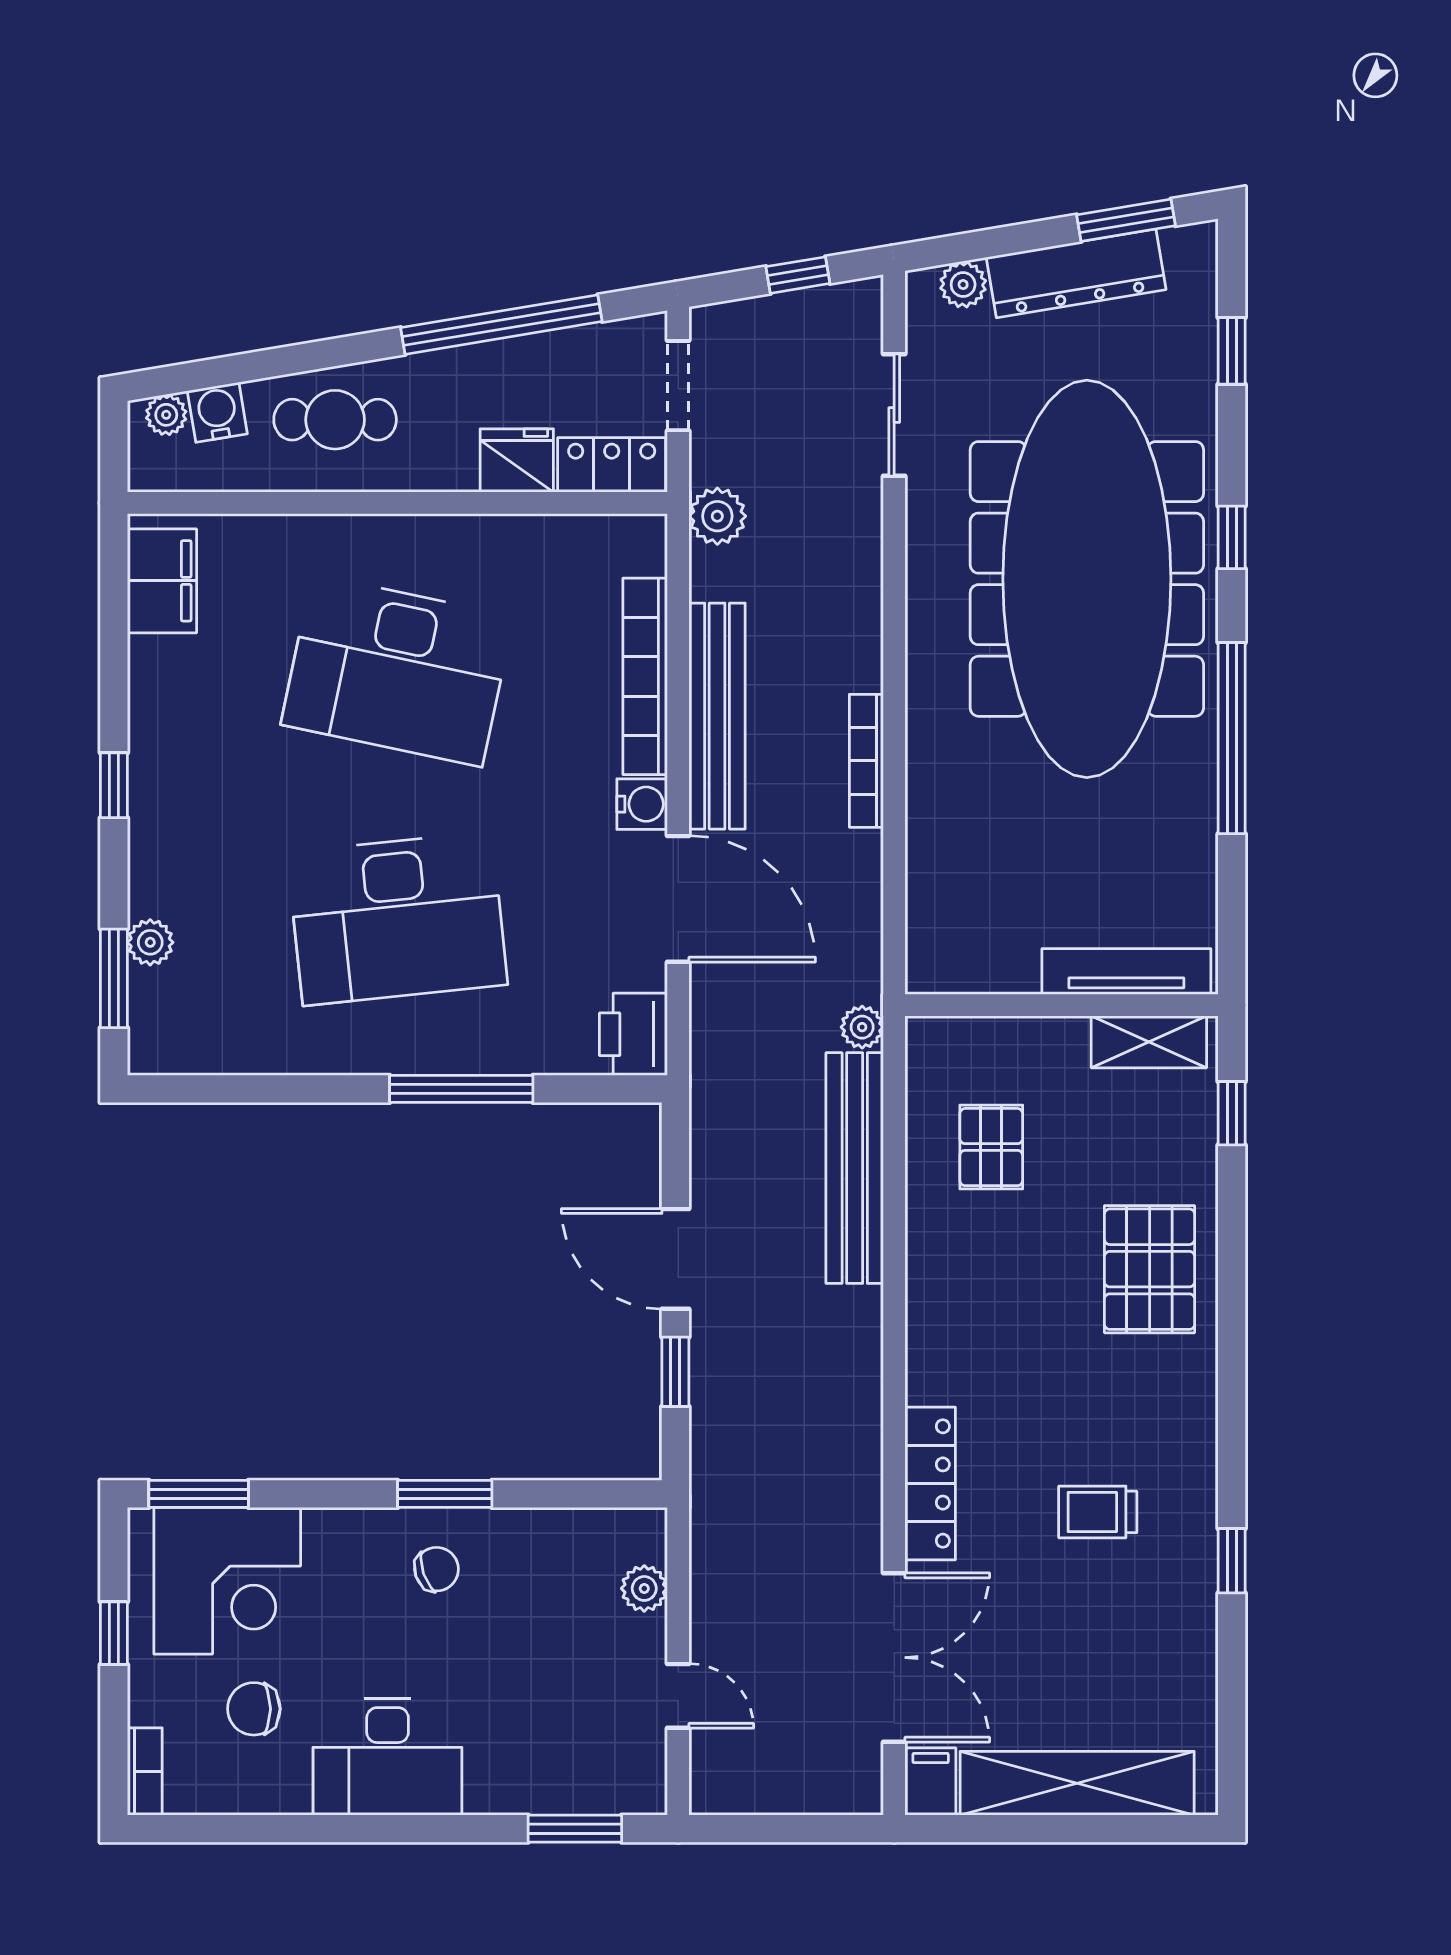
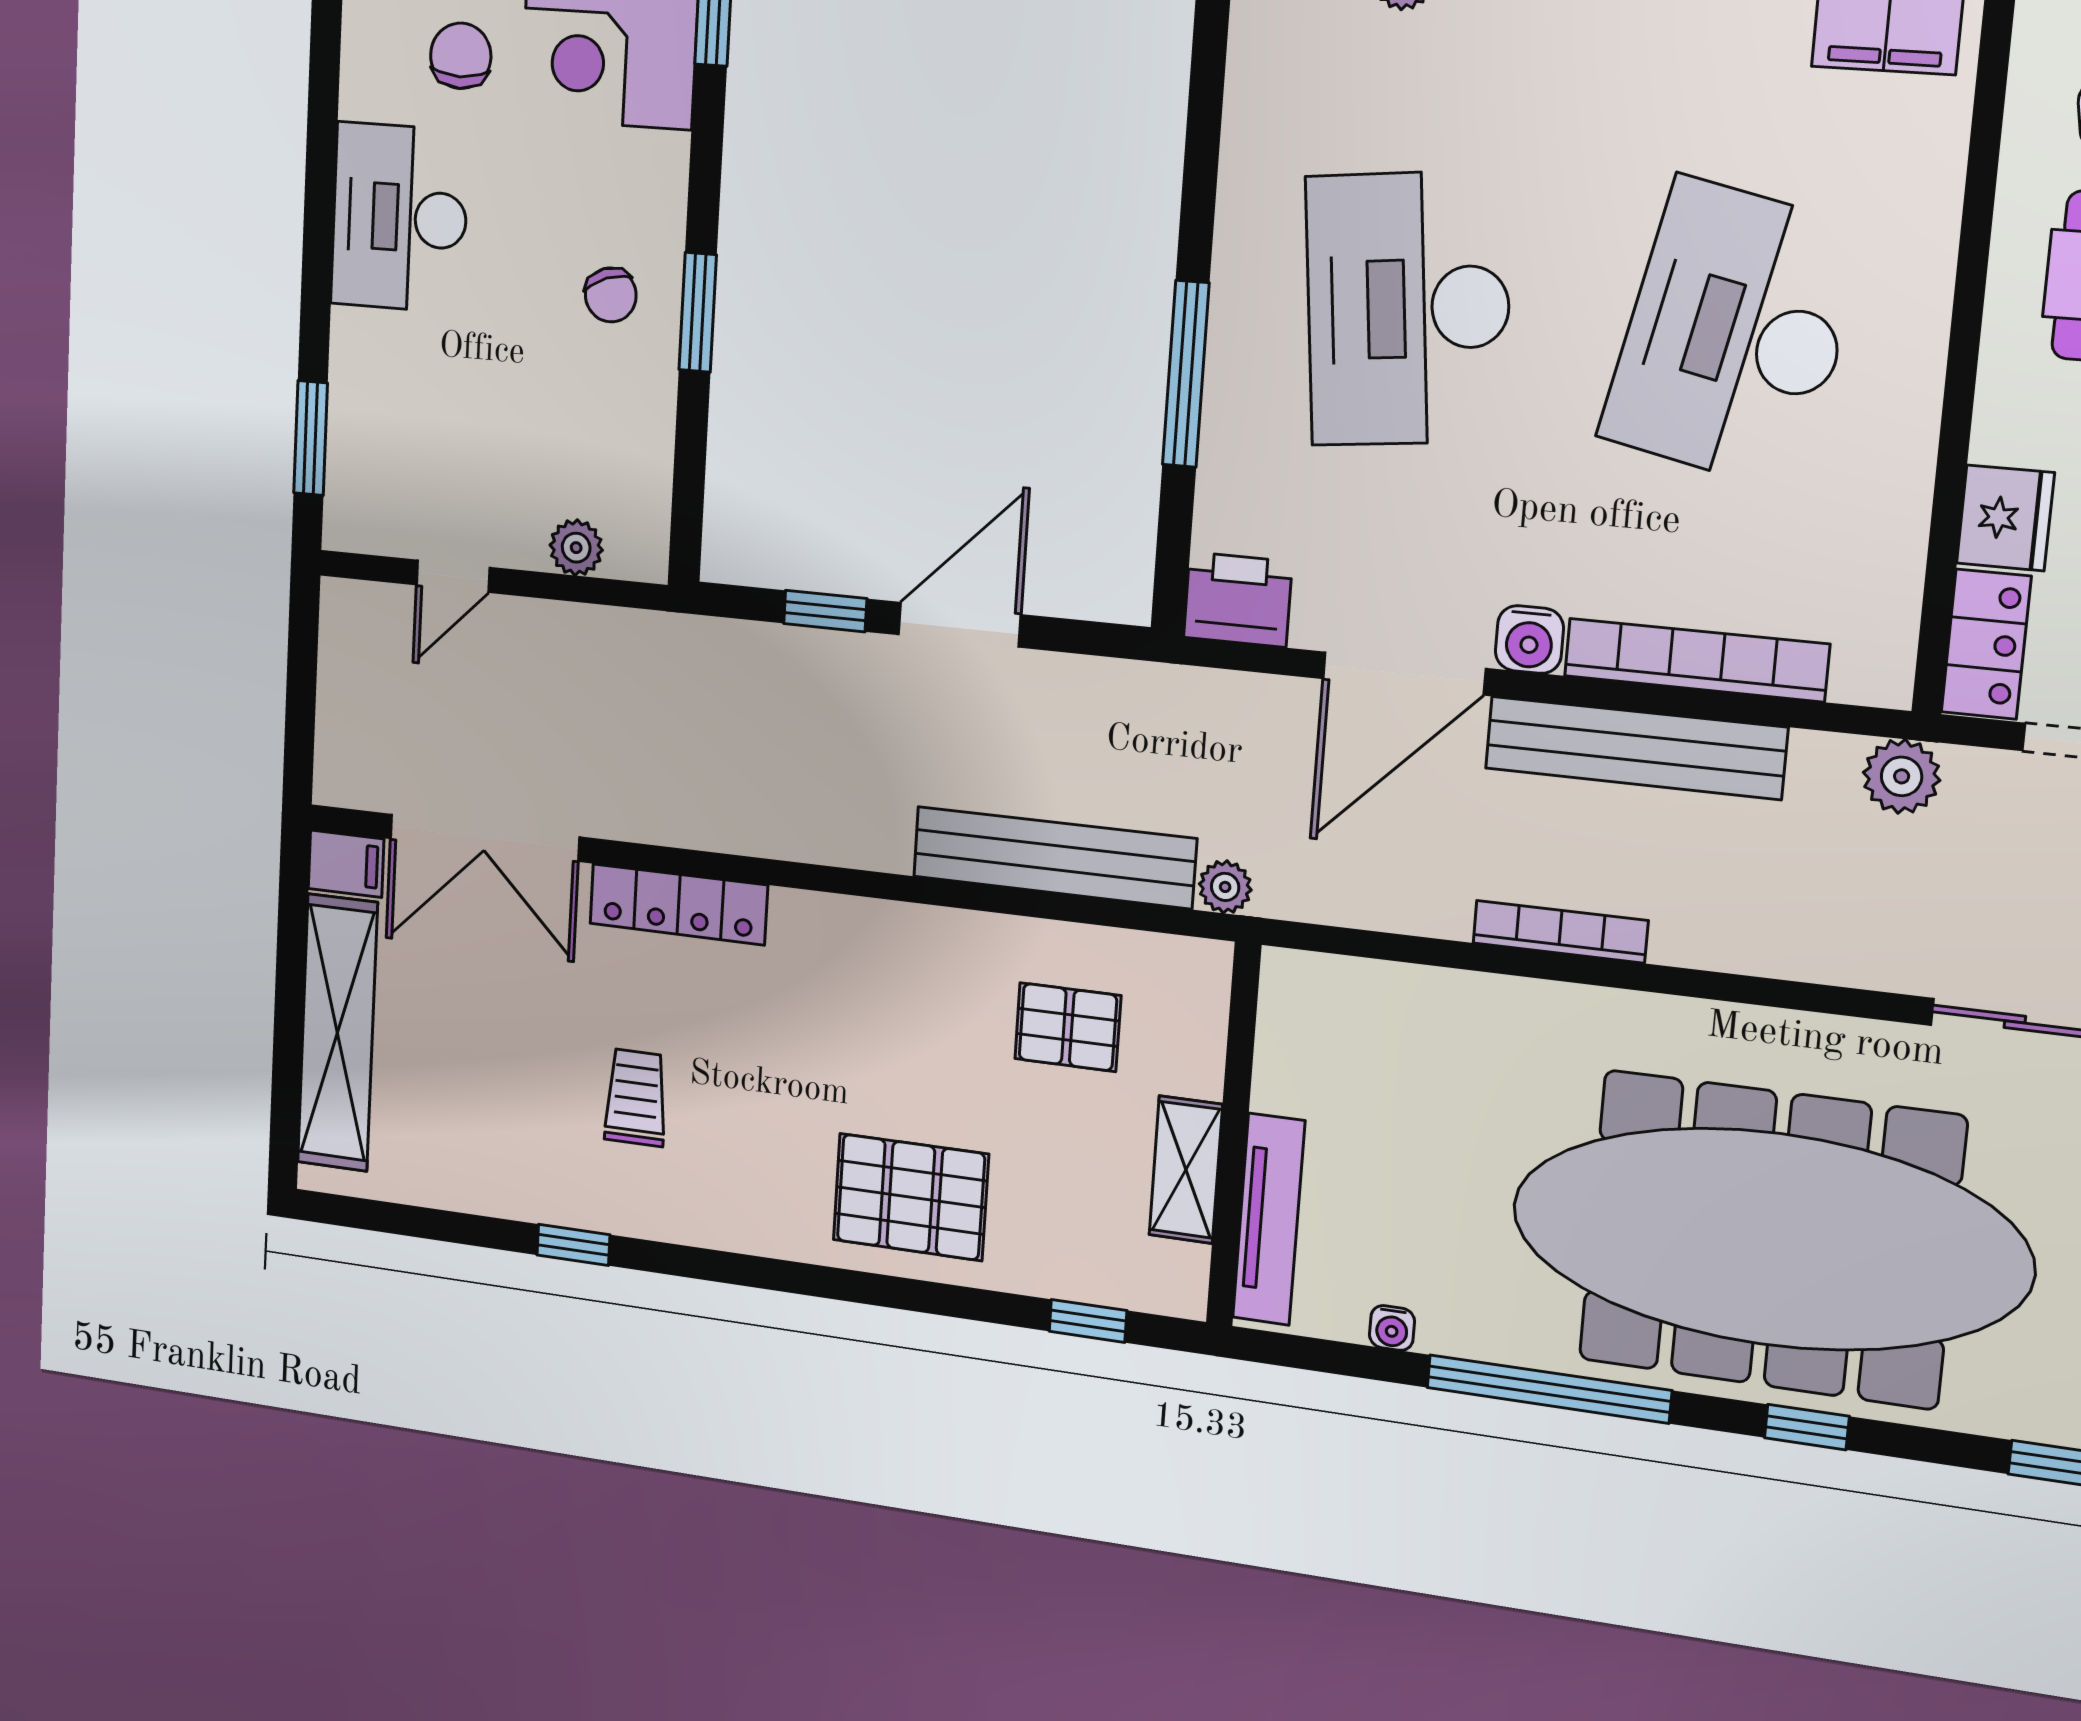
water cooler: (1201, 866) -> (1392, 1328), added
shelving: (1149, 1042) -> (1186, 1170), moved

